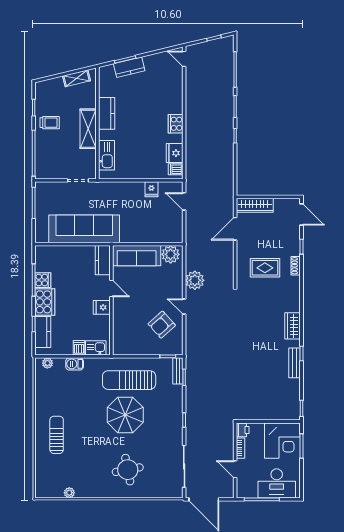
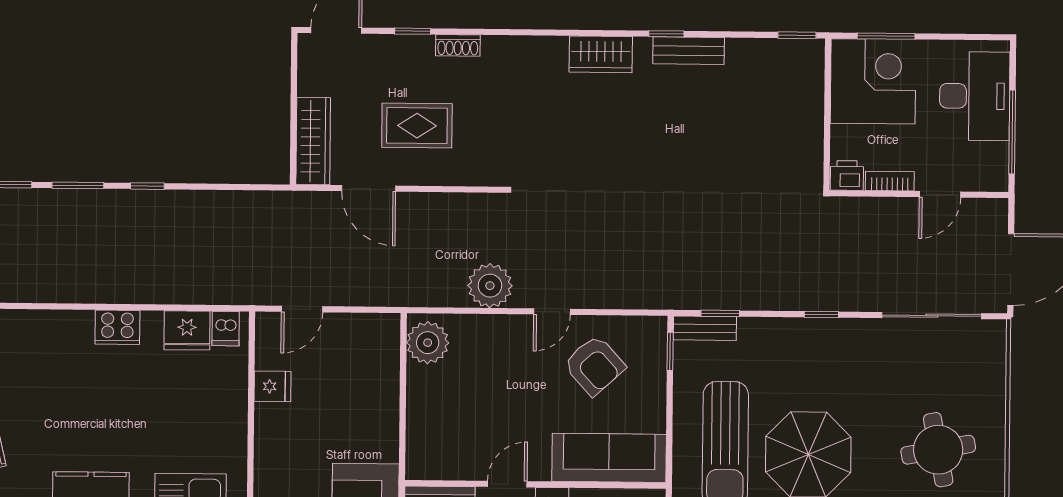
sofa: (137, 256) -> (609, 458), moved, turned -90
rug: (265, 268) -> (417, 126), moved, turned 90

